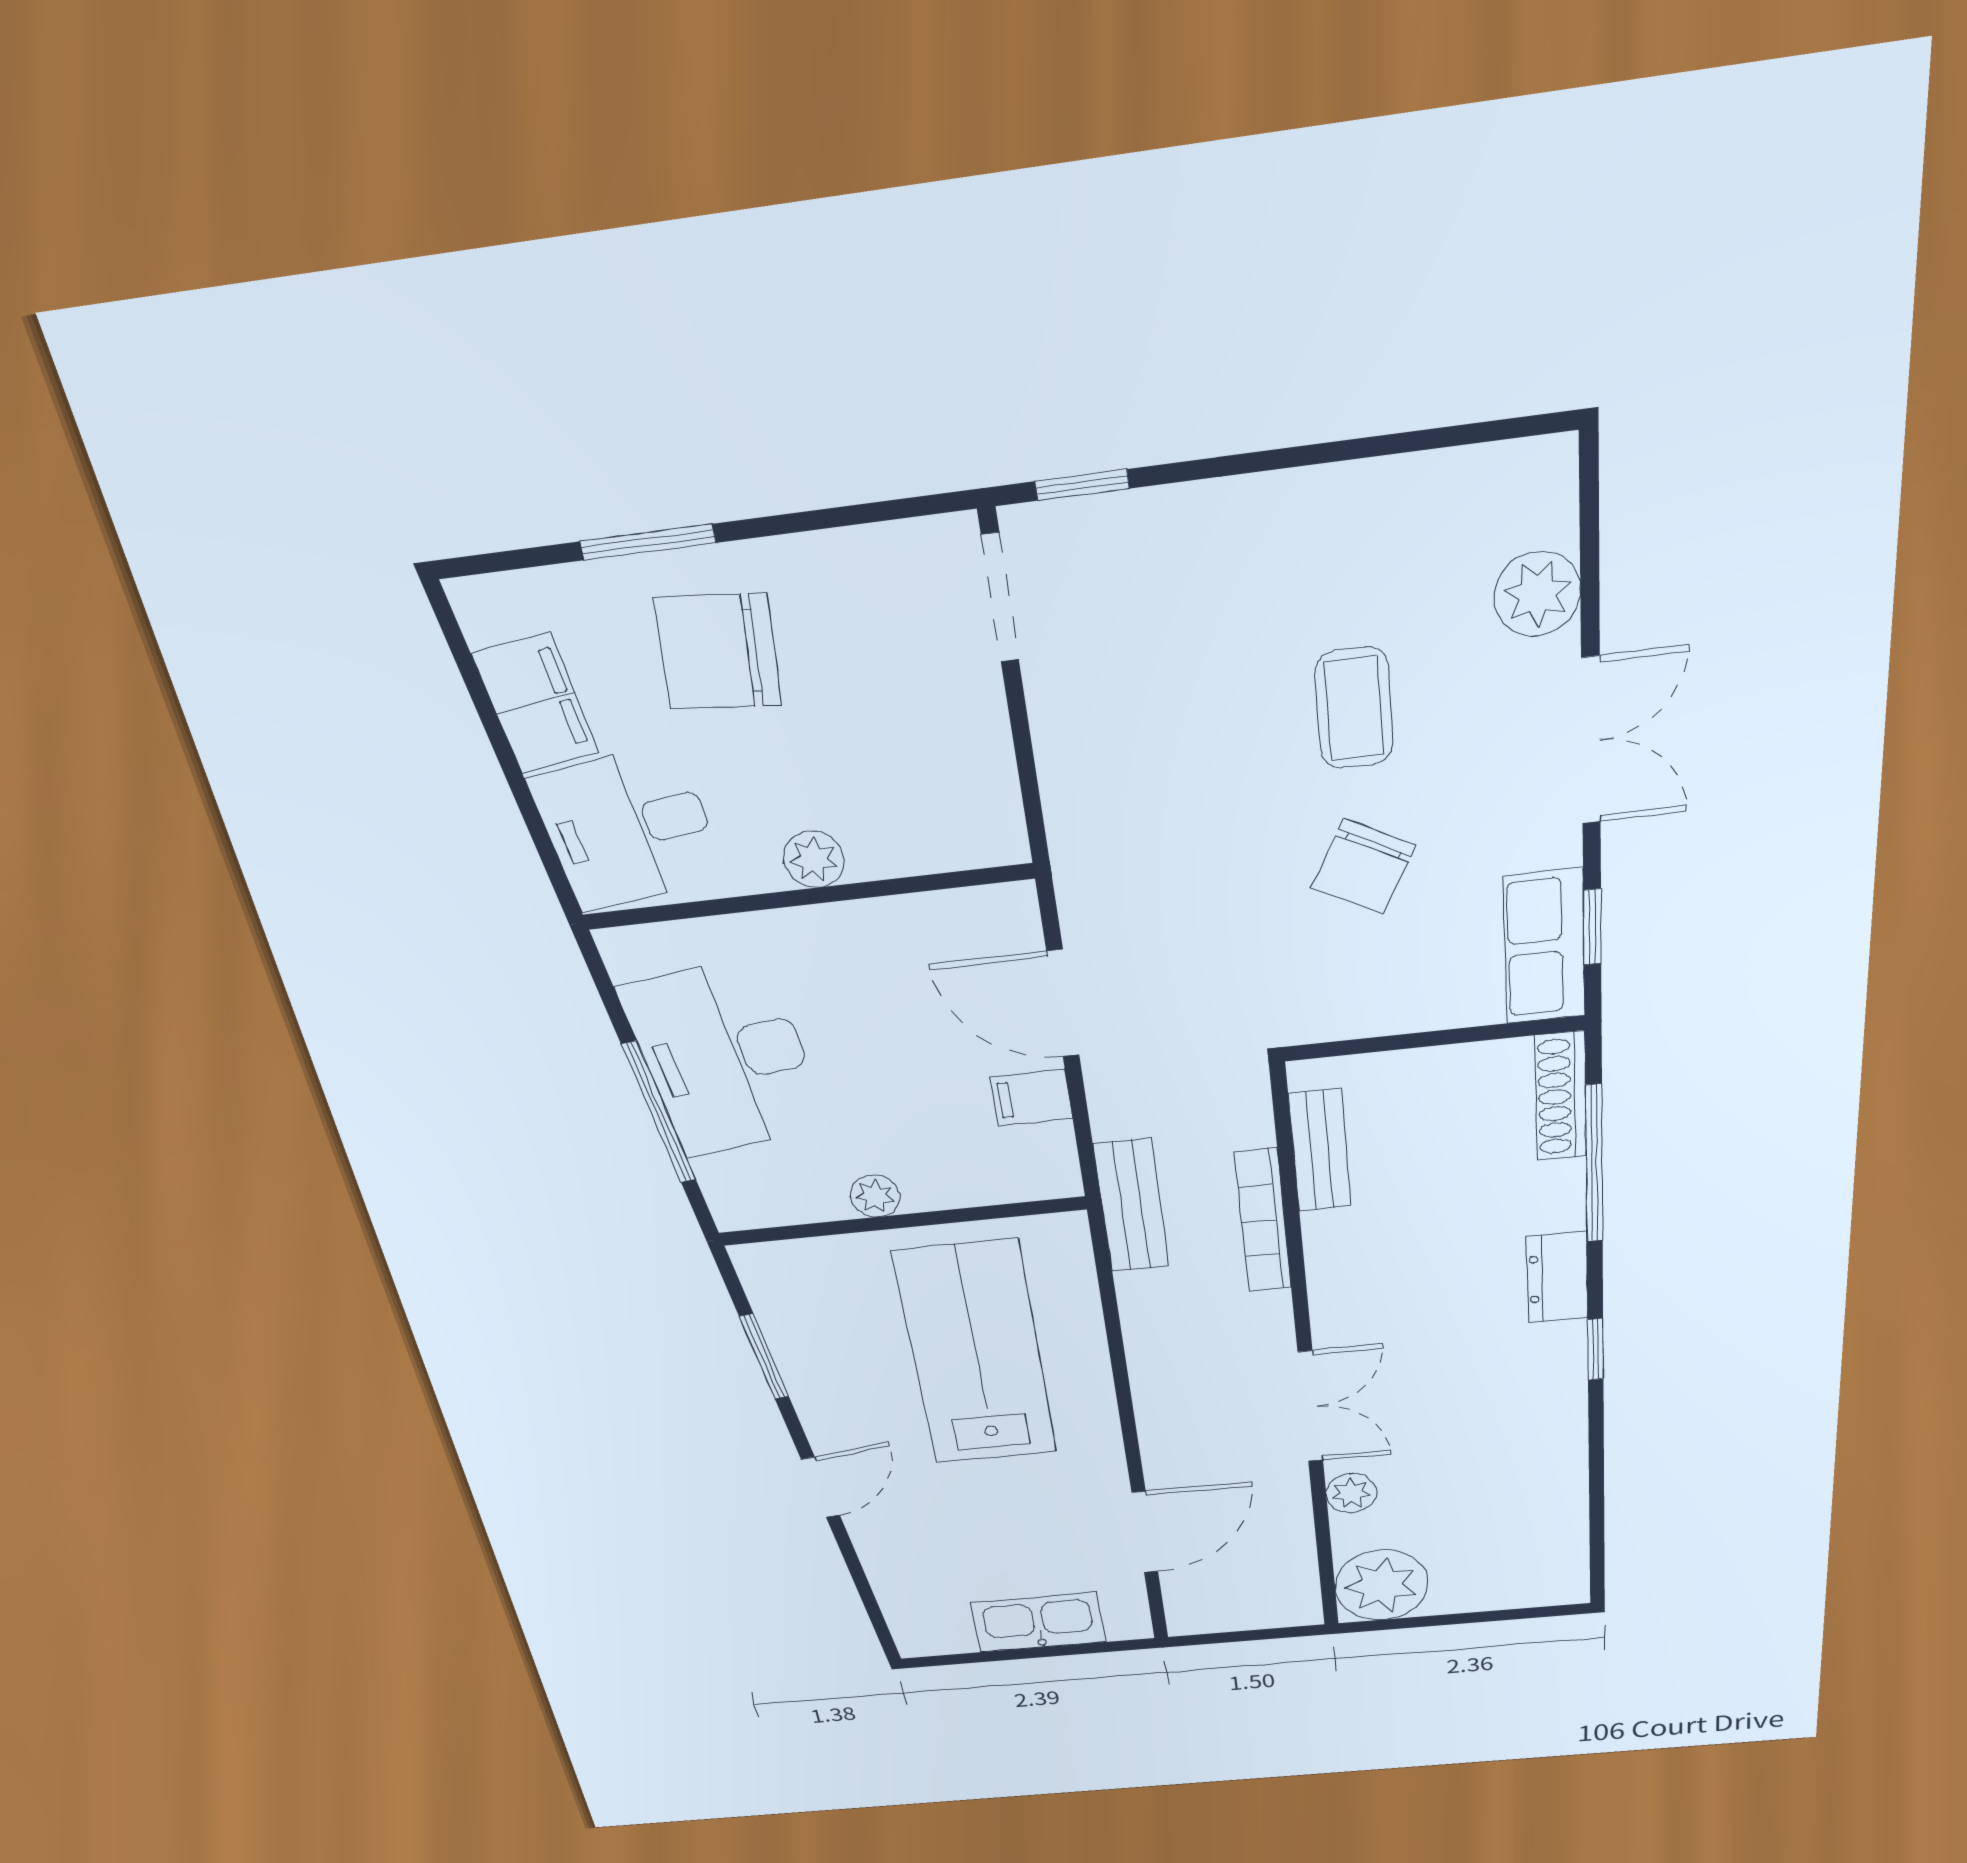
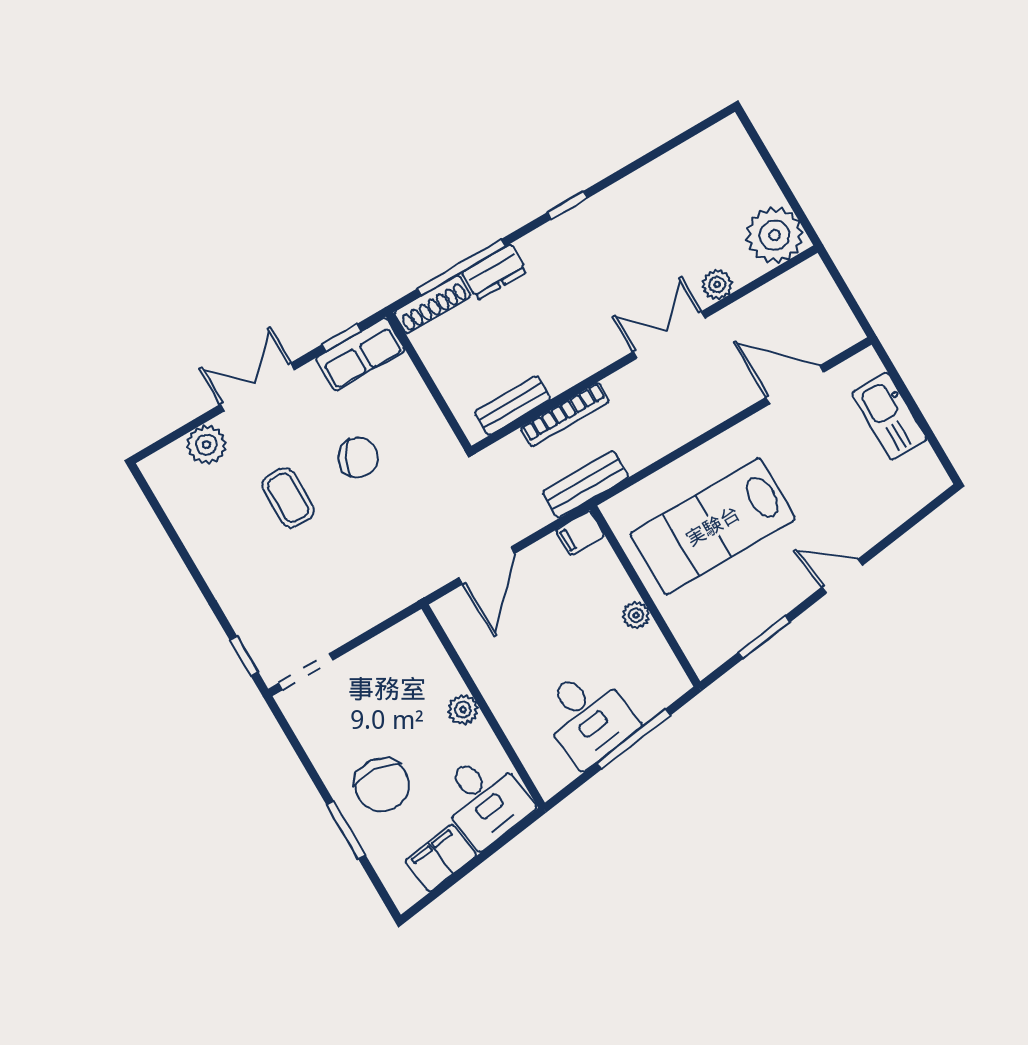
coffee table: (1354, 708) -> (288, 498), turned 90
desk: (725, 1058) -> (587, 717), width x0.73
filing cabinet: (1031, 1098) -> (580, 533), moved, turned 90
dresser: (1557, 1277) -> (494, 272), moved

